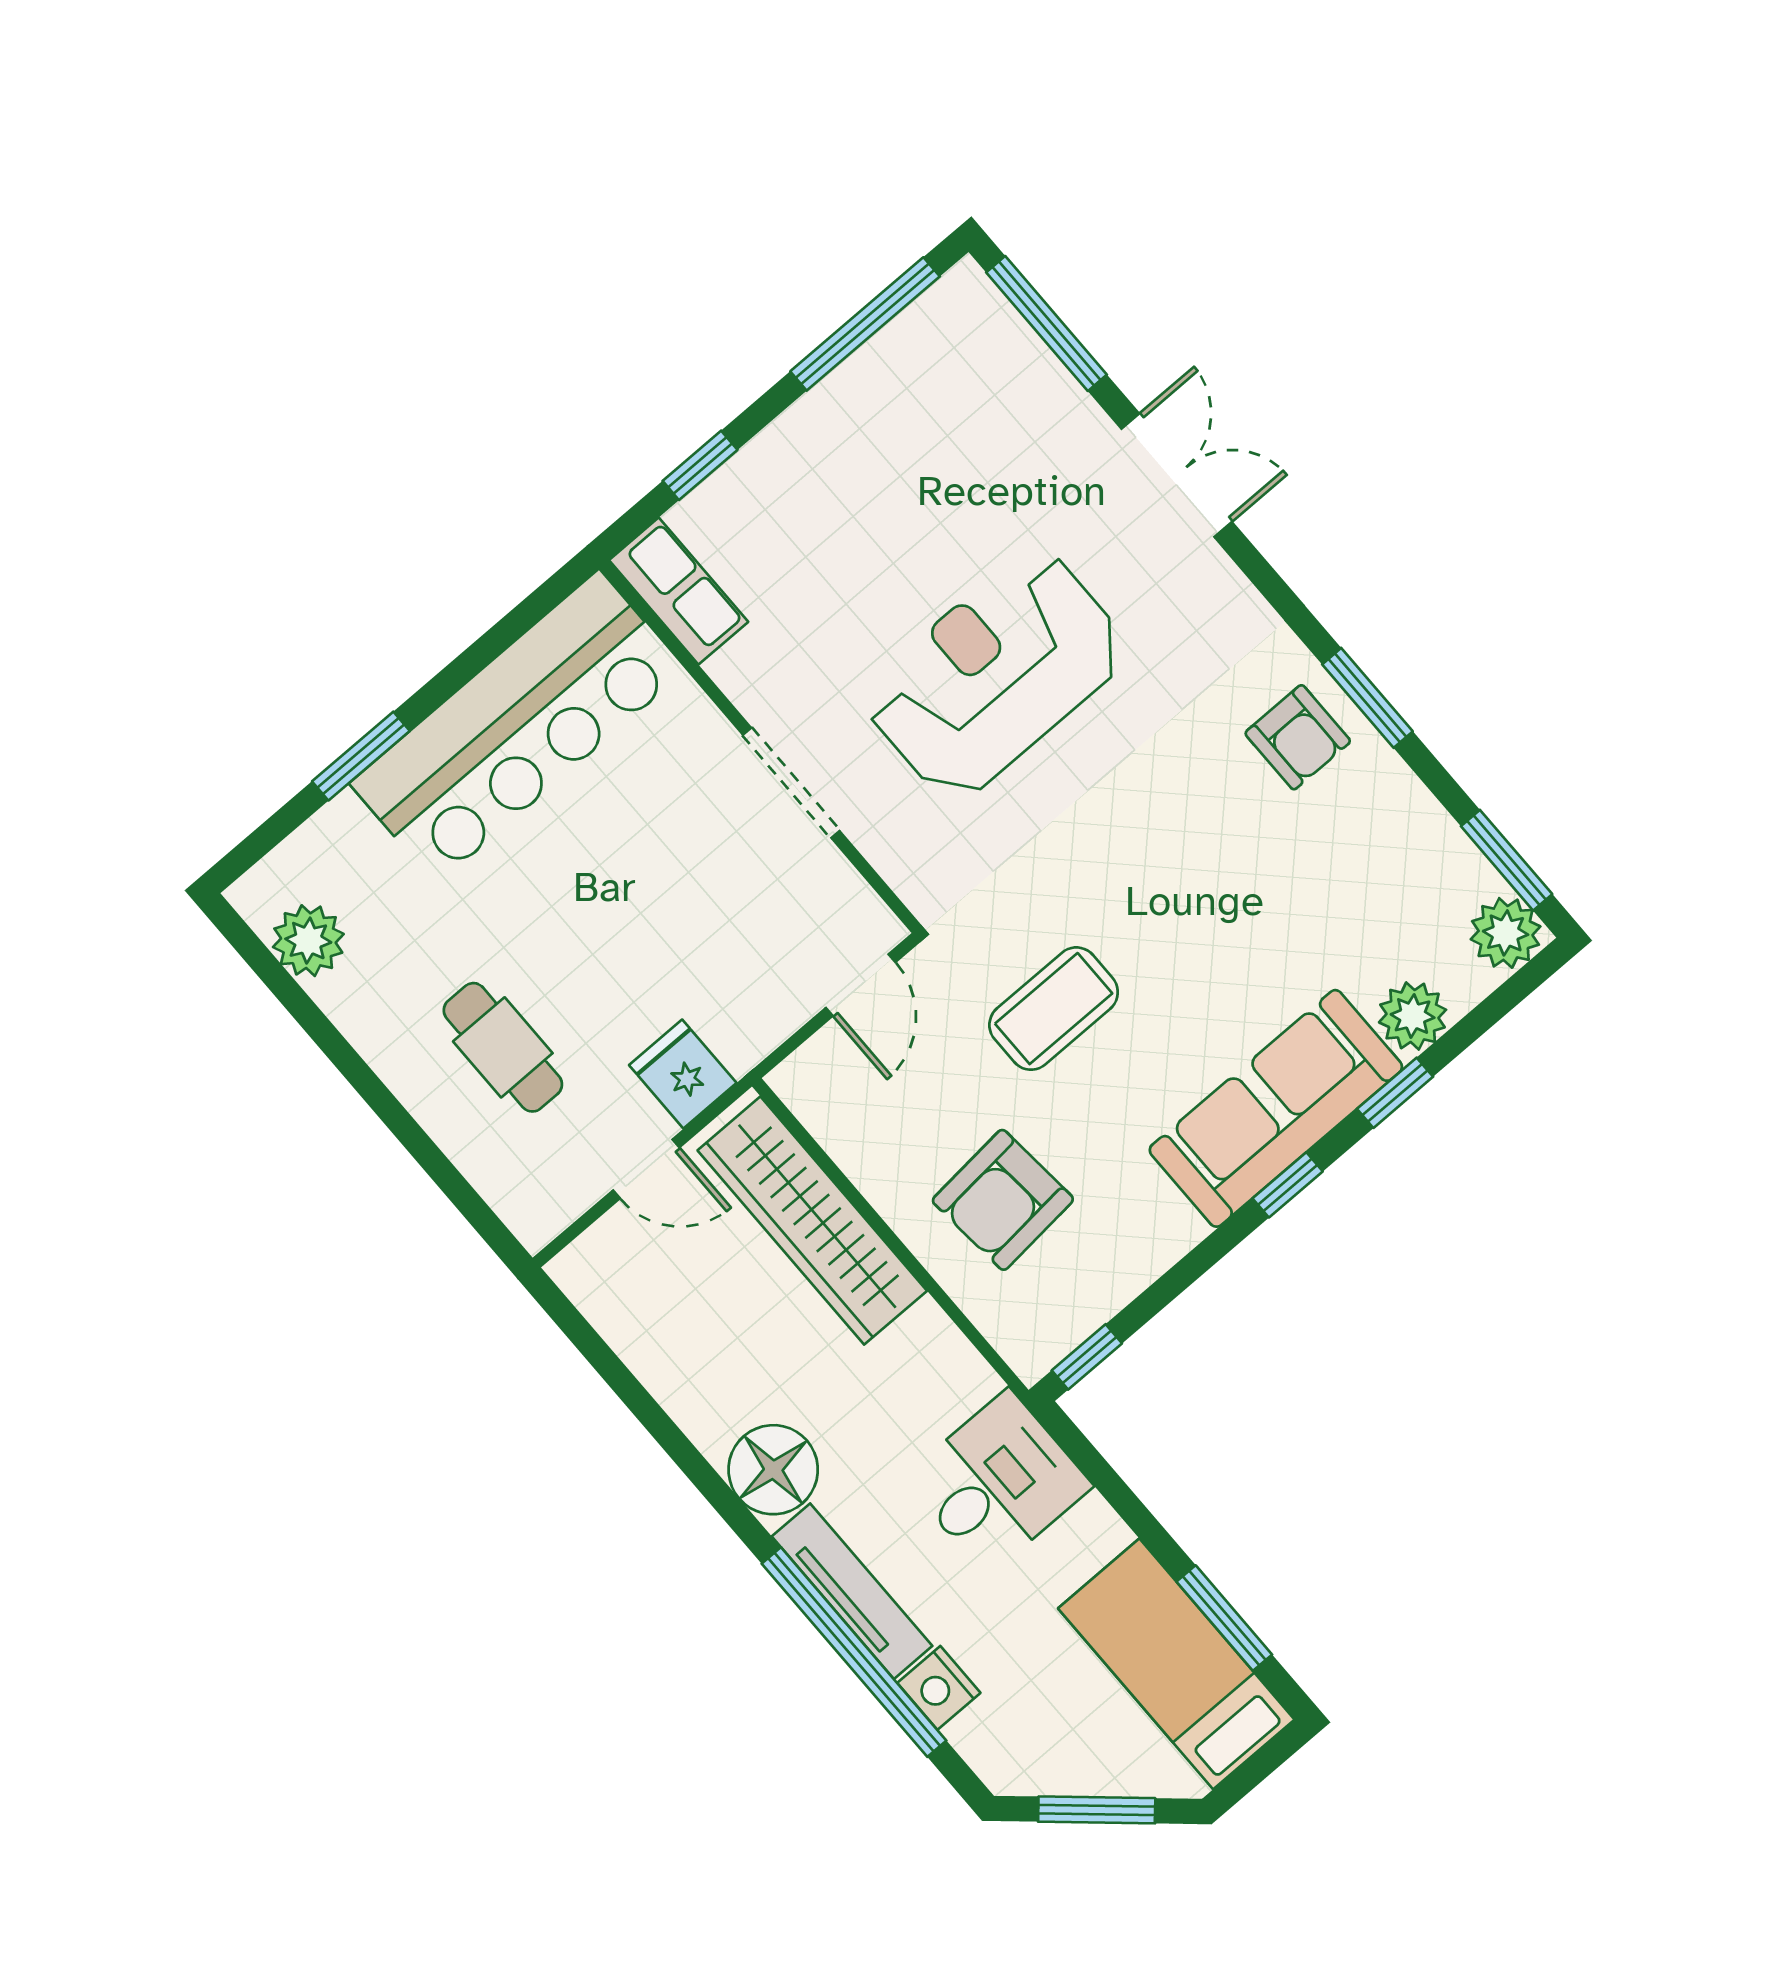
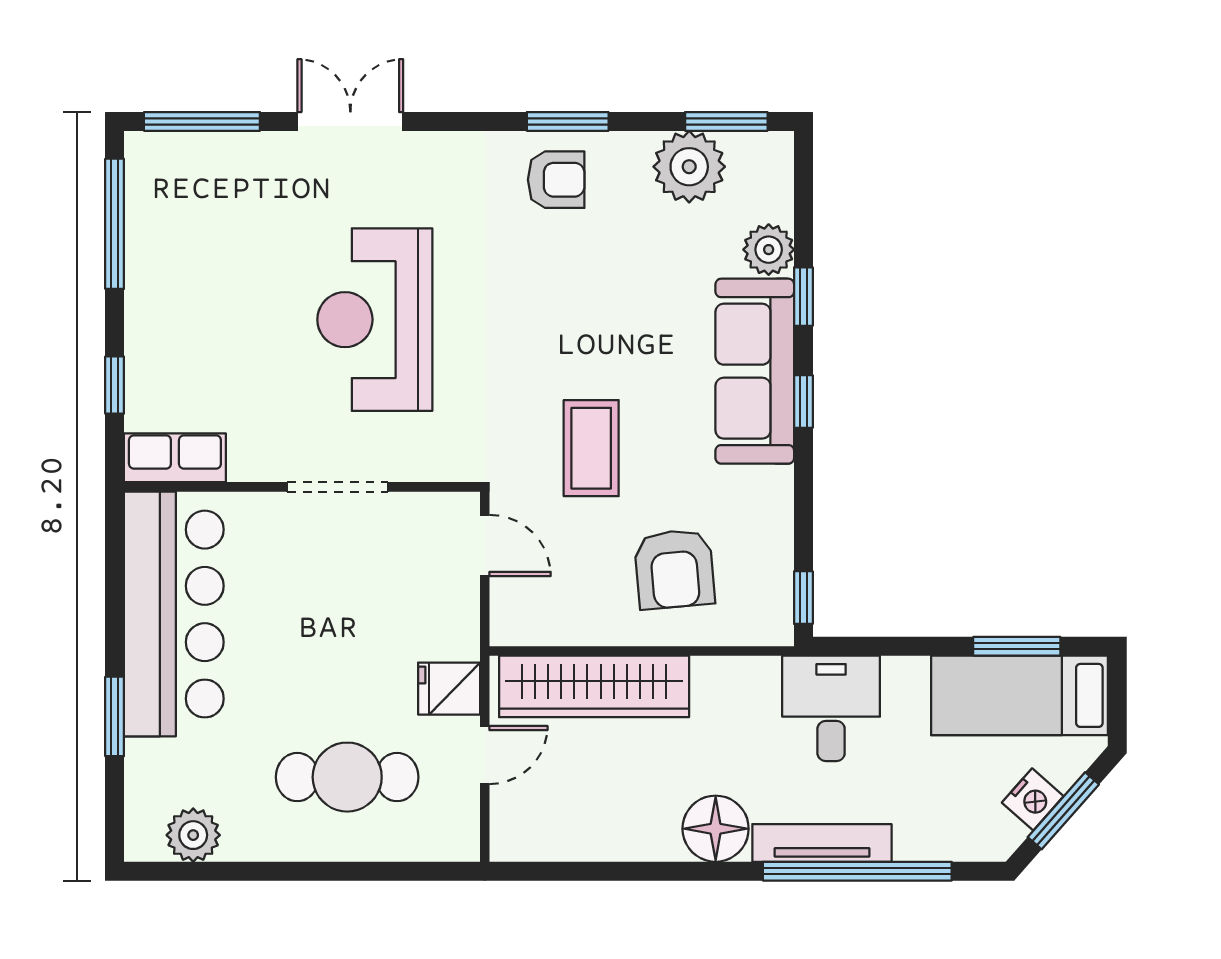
plant: (1506, 933) -> (689, 167), moved, width x1.36, depth x1.36
cafe table: (503, 1047) -> (347, 777), width x1.37, depth x1.35
nightstand: (939, 1688) -> (1033, 799), moved, turned -49

